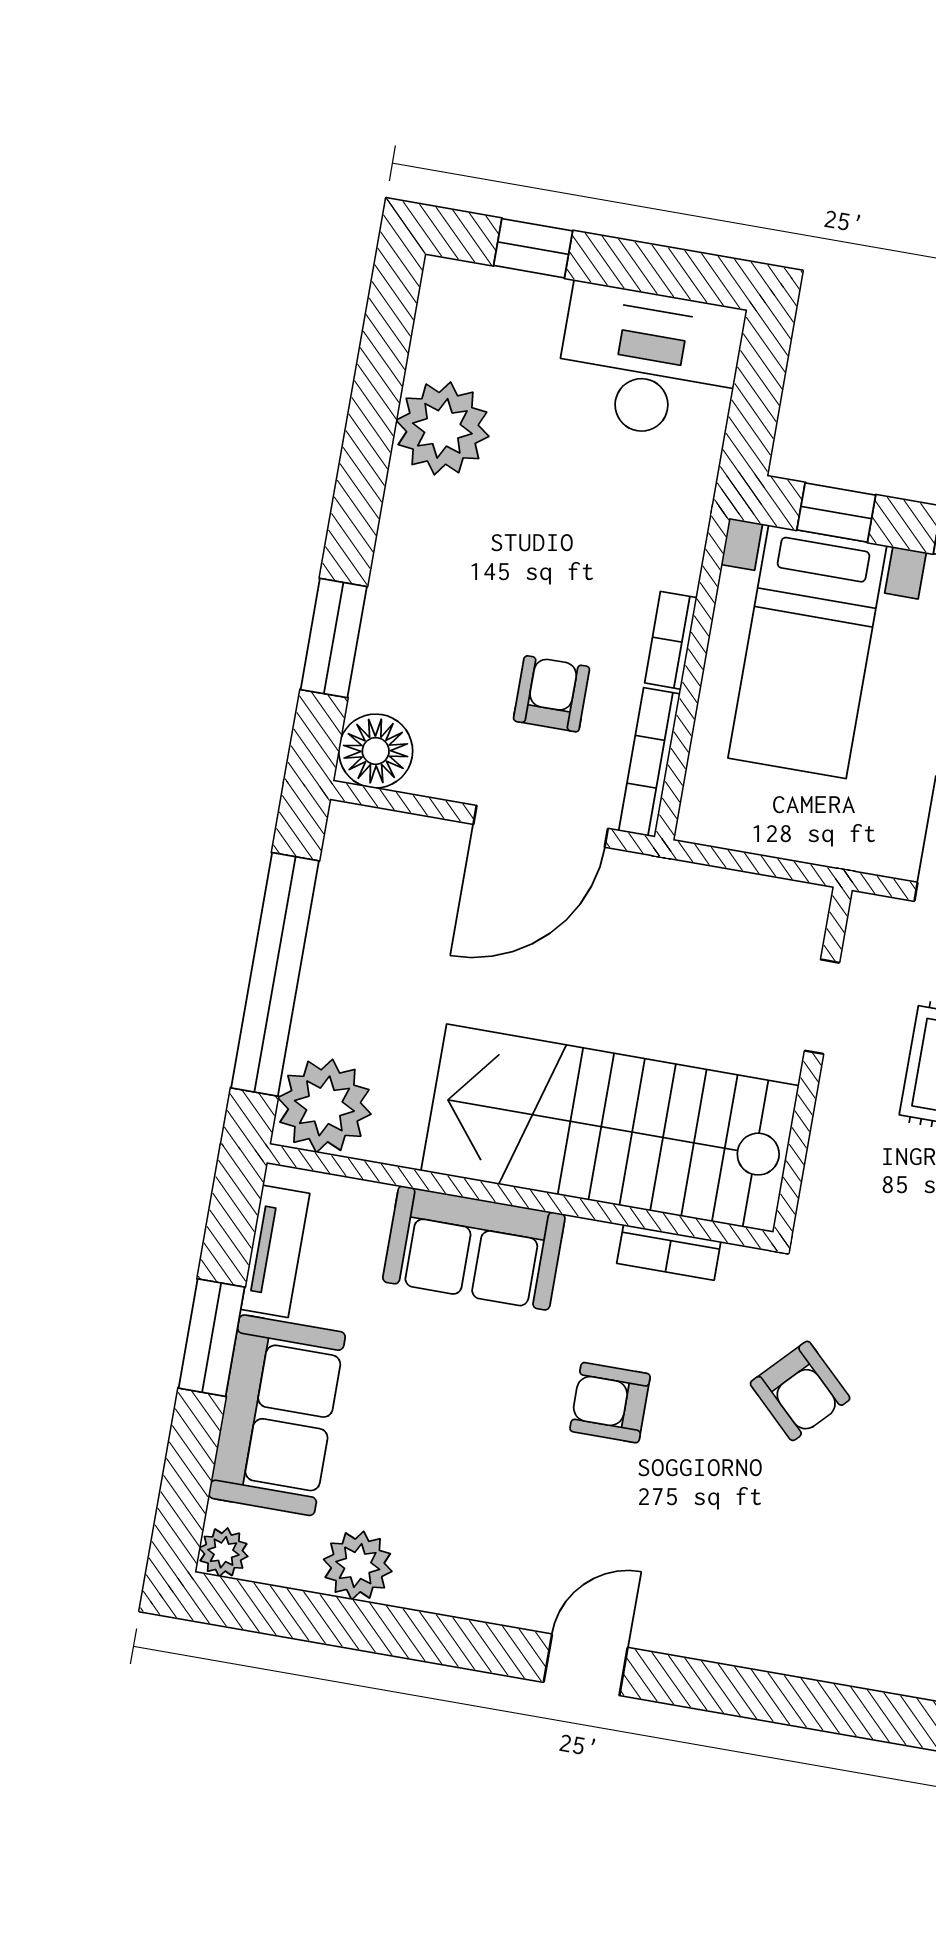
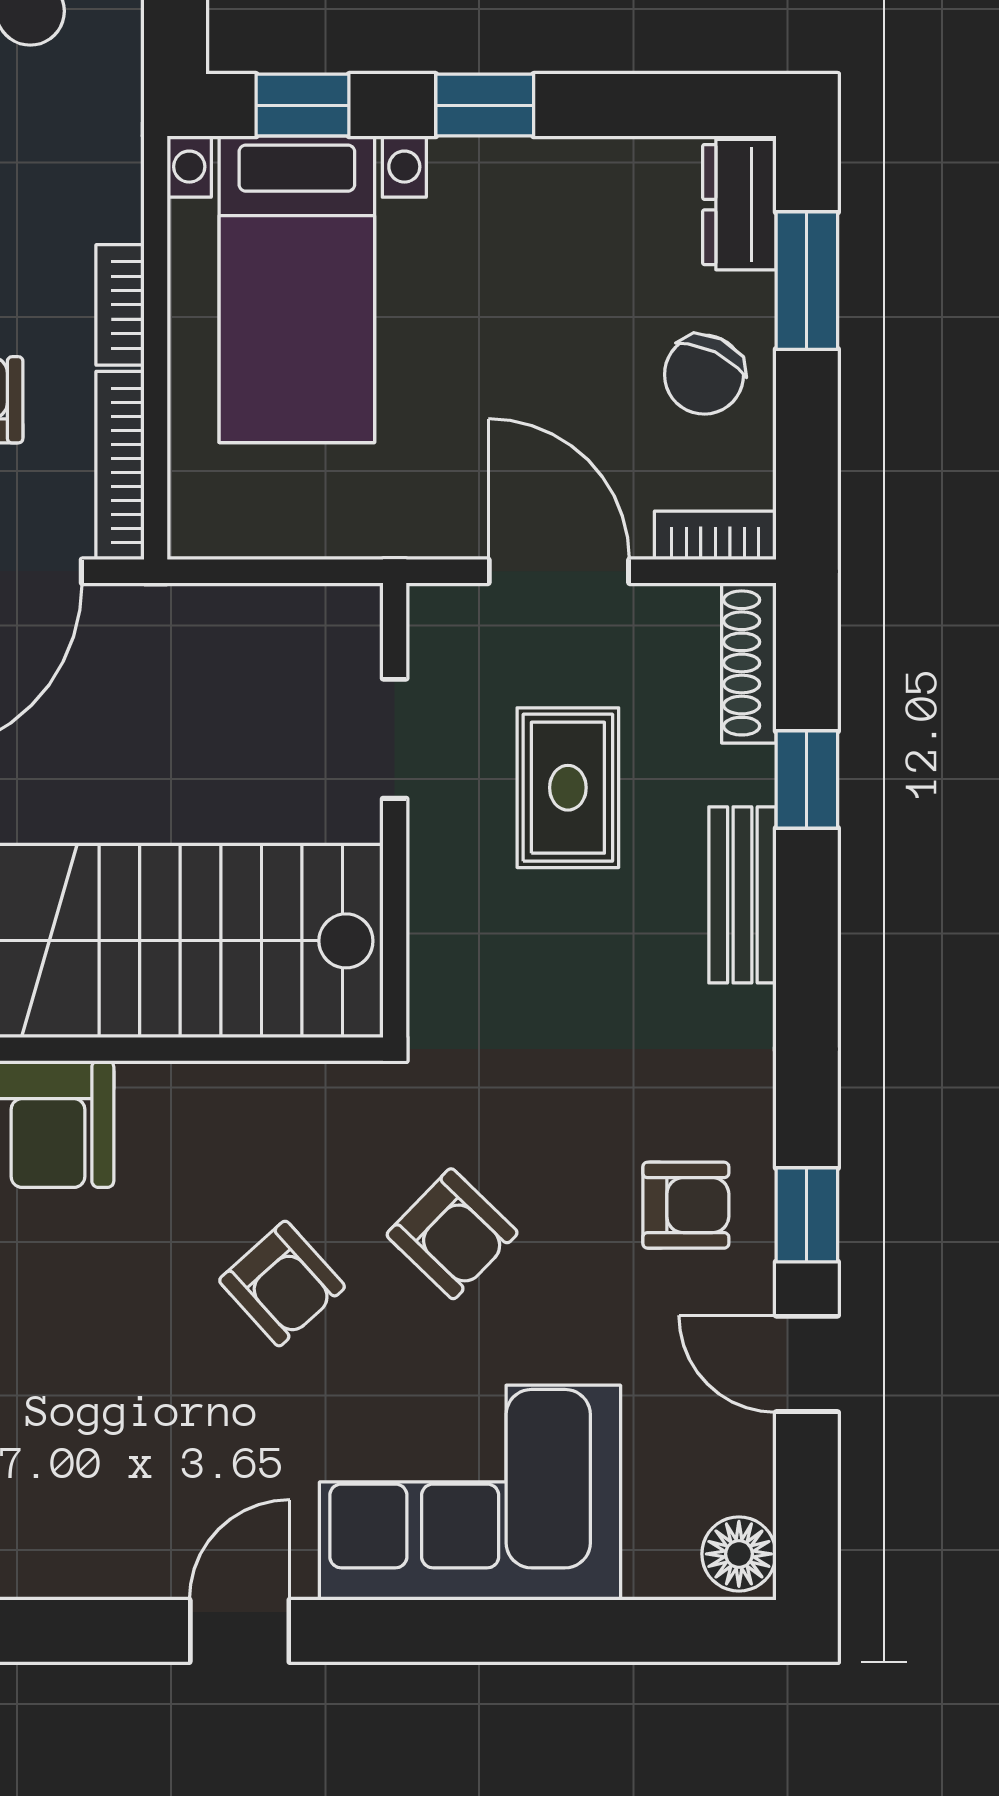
bookcase: (669, 1252) -> (254, 1086), removed
armchair: (610, 1403) -> (282, 1284), moved, turned -132
corner sofa: (779, 1590) -> (470, 1493), added

